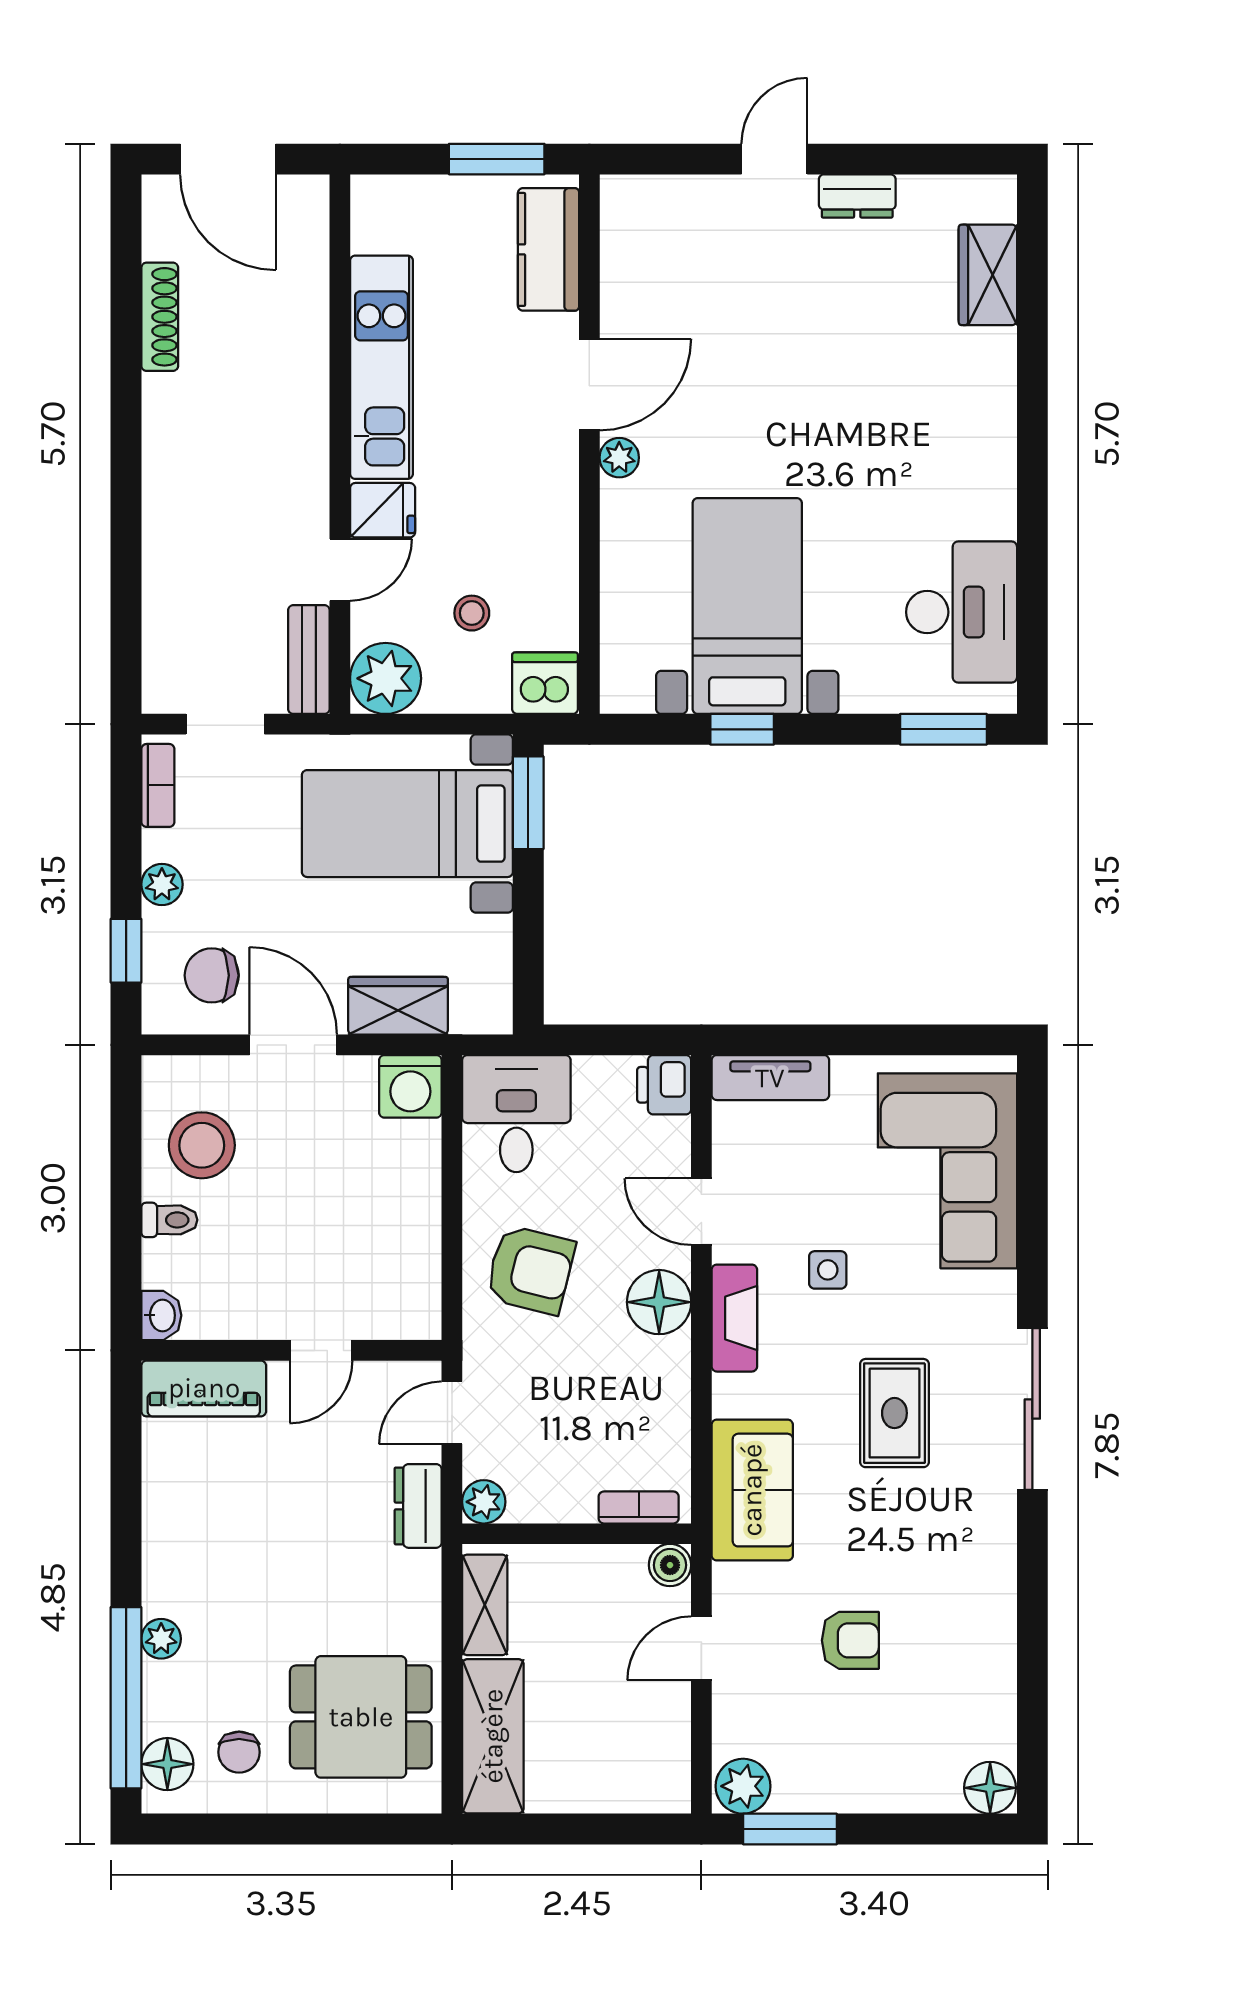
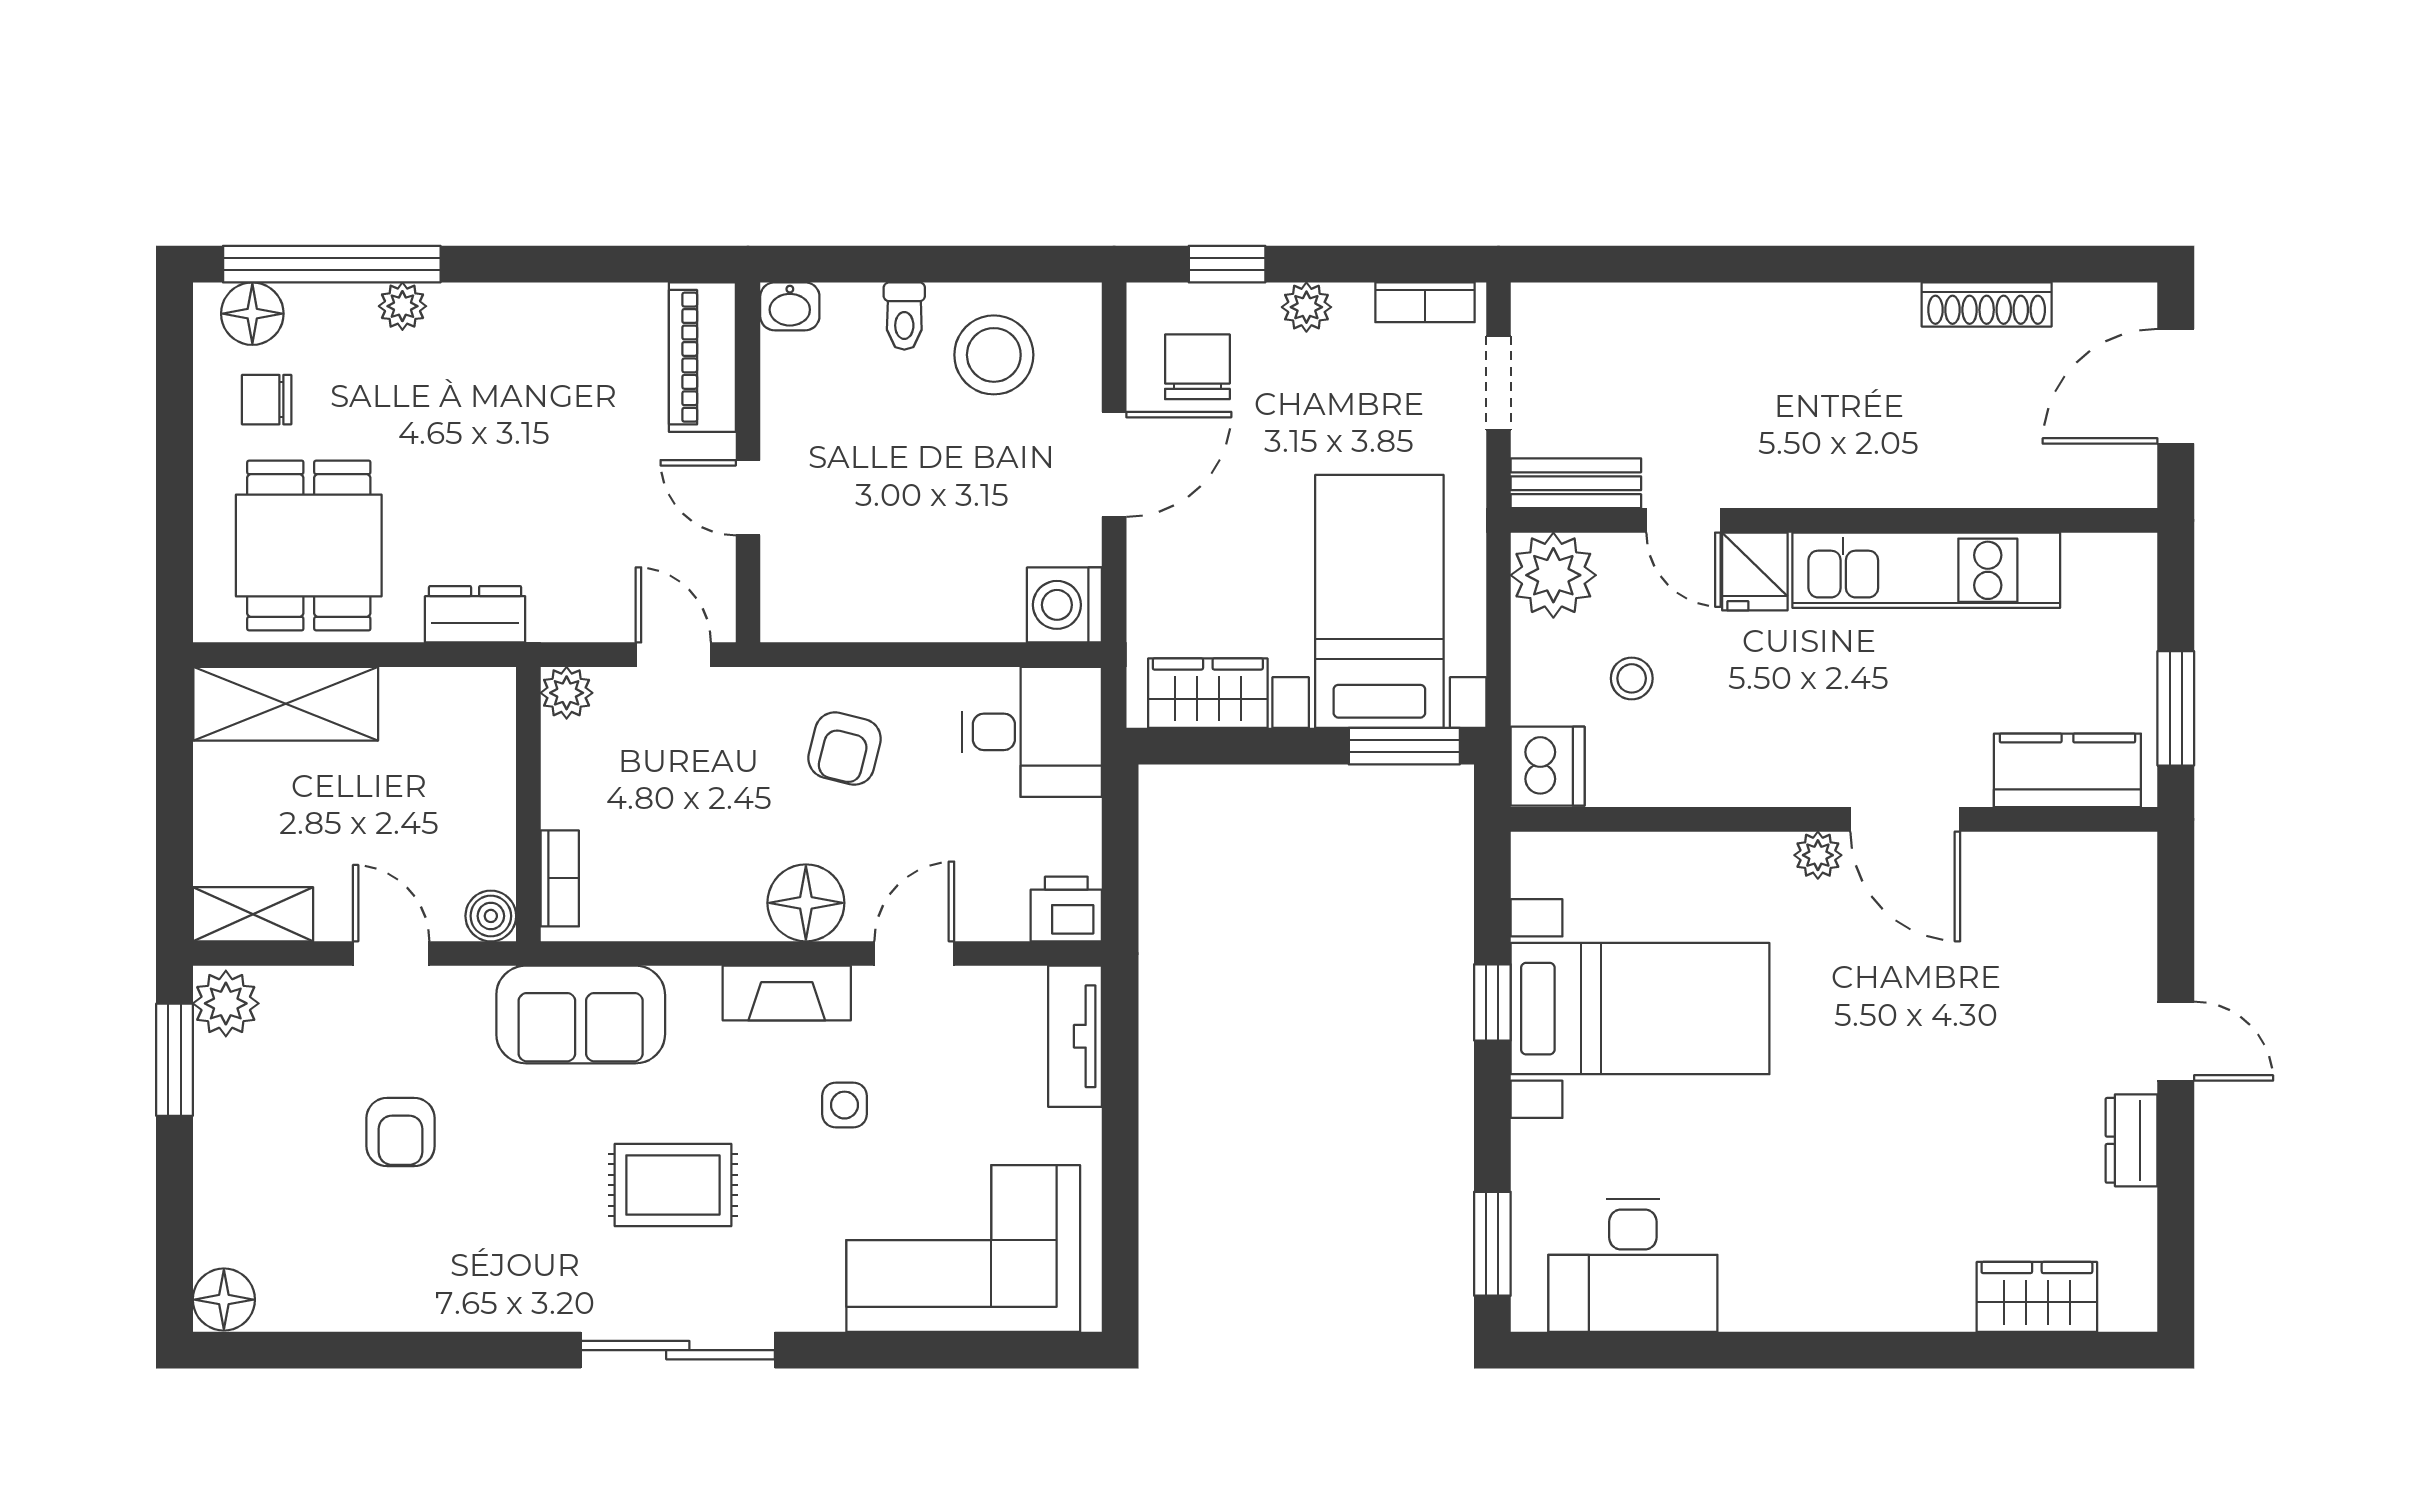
wardrobe: (398, 1006) -> (1208, 693), moved, turned -90
armchair: (530, 1270) -> (845, 749), width x0.72, depth x0.72
dresser: (418, 1506) -> (475, 614), moved
shelving: (485, 1605) -> (253, 914), moved

